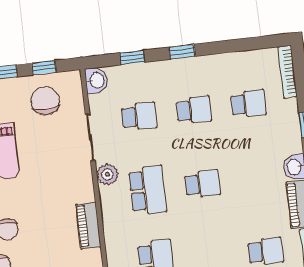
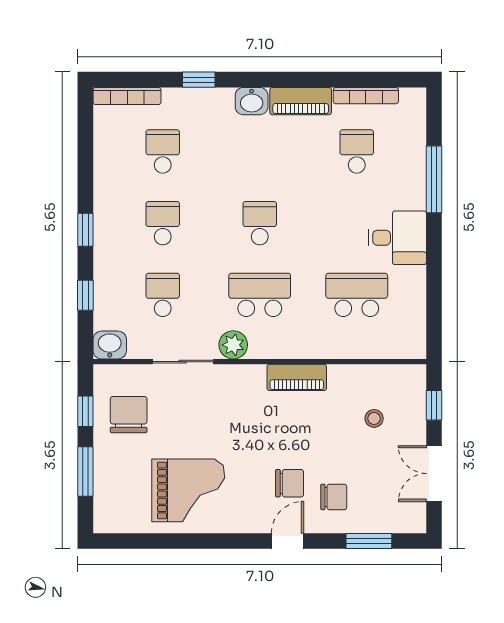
chair: (45, 101) -> (129, 415), turned 90

